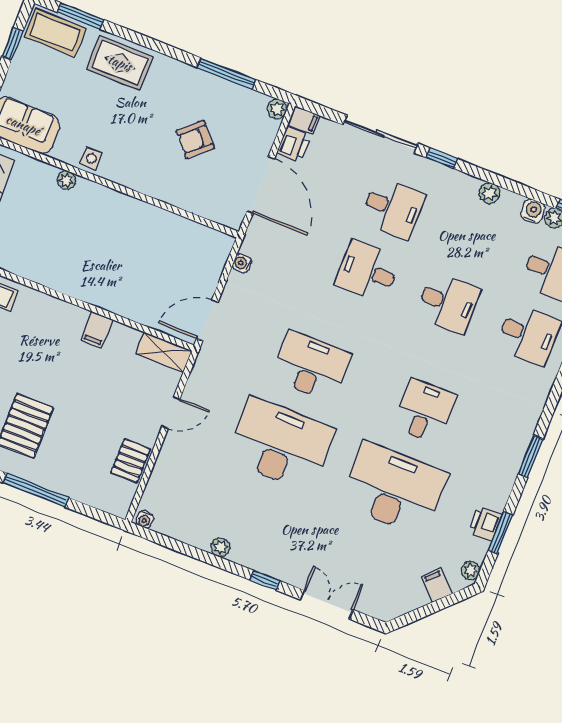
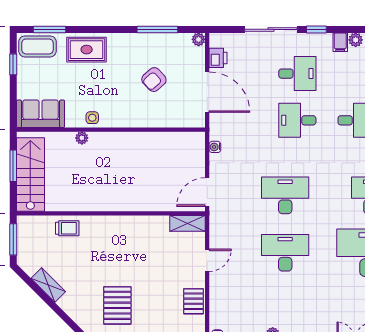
filing cabinet: (304, 120) -> (340, 42), moved, turned 90
filing cabinet: (97, 330) -> (139, 226), removed
desk: (281, 444) -> (285, 253), width x0.73, depth x0.77

